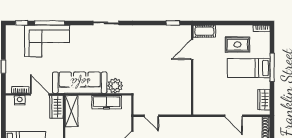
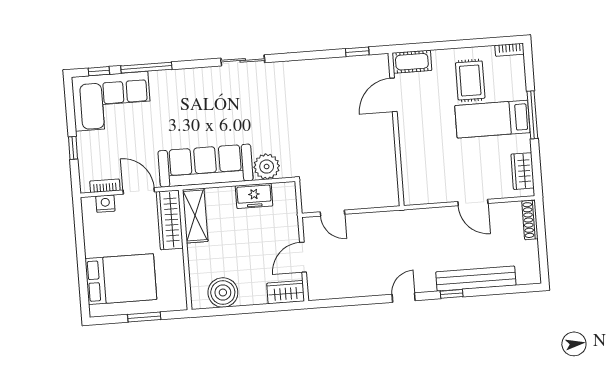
corner sofa: (47, 41) -> (112, 101), moved
rug: (237, 45) -> (470, 80), turned 90
freezer: (107, 102) -> (254, 196), width x0.71
wardrobe: (56, 107) -> (170, 220), width x1.50

